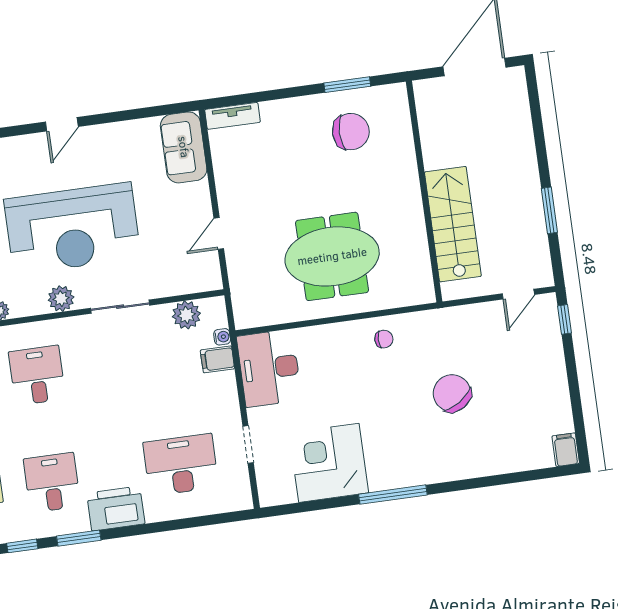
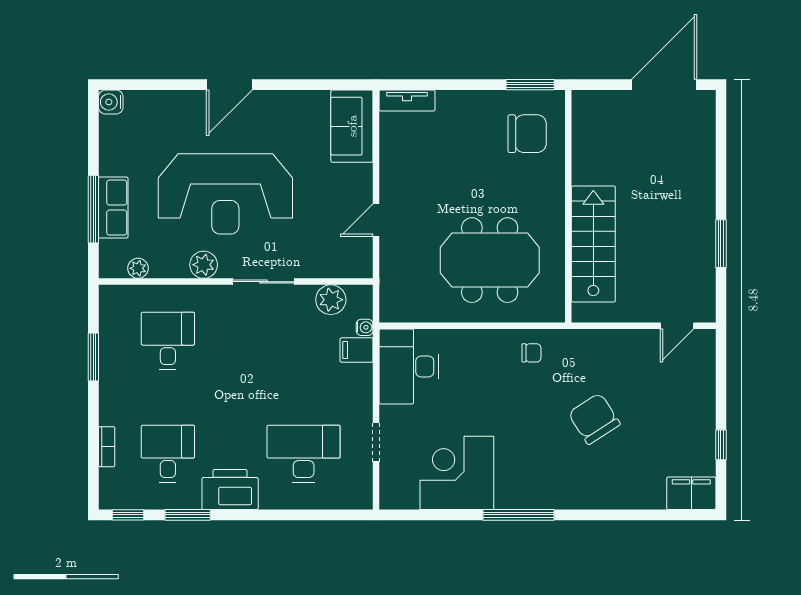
door: (62, 124) -> (229, 85), width x1.38
wall: (424, 192) -> (568, 206), moved
stairs: (453, 224) -> (593, 244), moved
window: (565, 319) -> (721, 445), moved
filing cabinet: (566, 450) -> (691, 493), width x2.00

